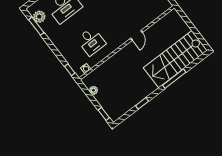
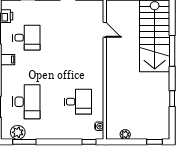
door: (137, 35) -> (105, 30), moved

